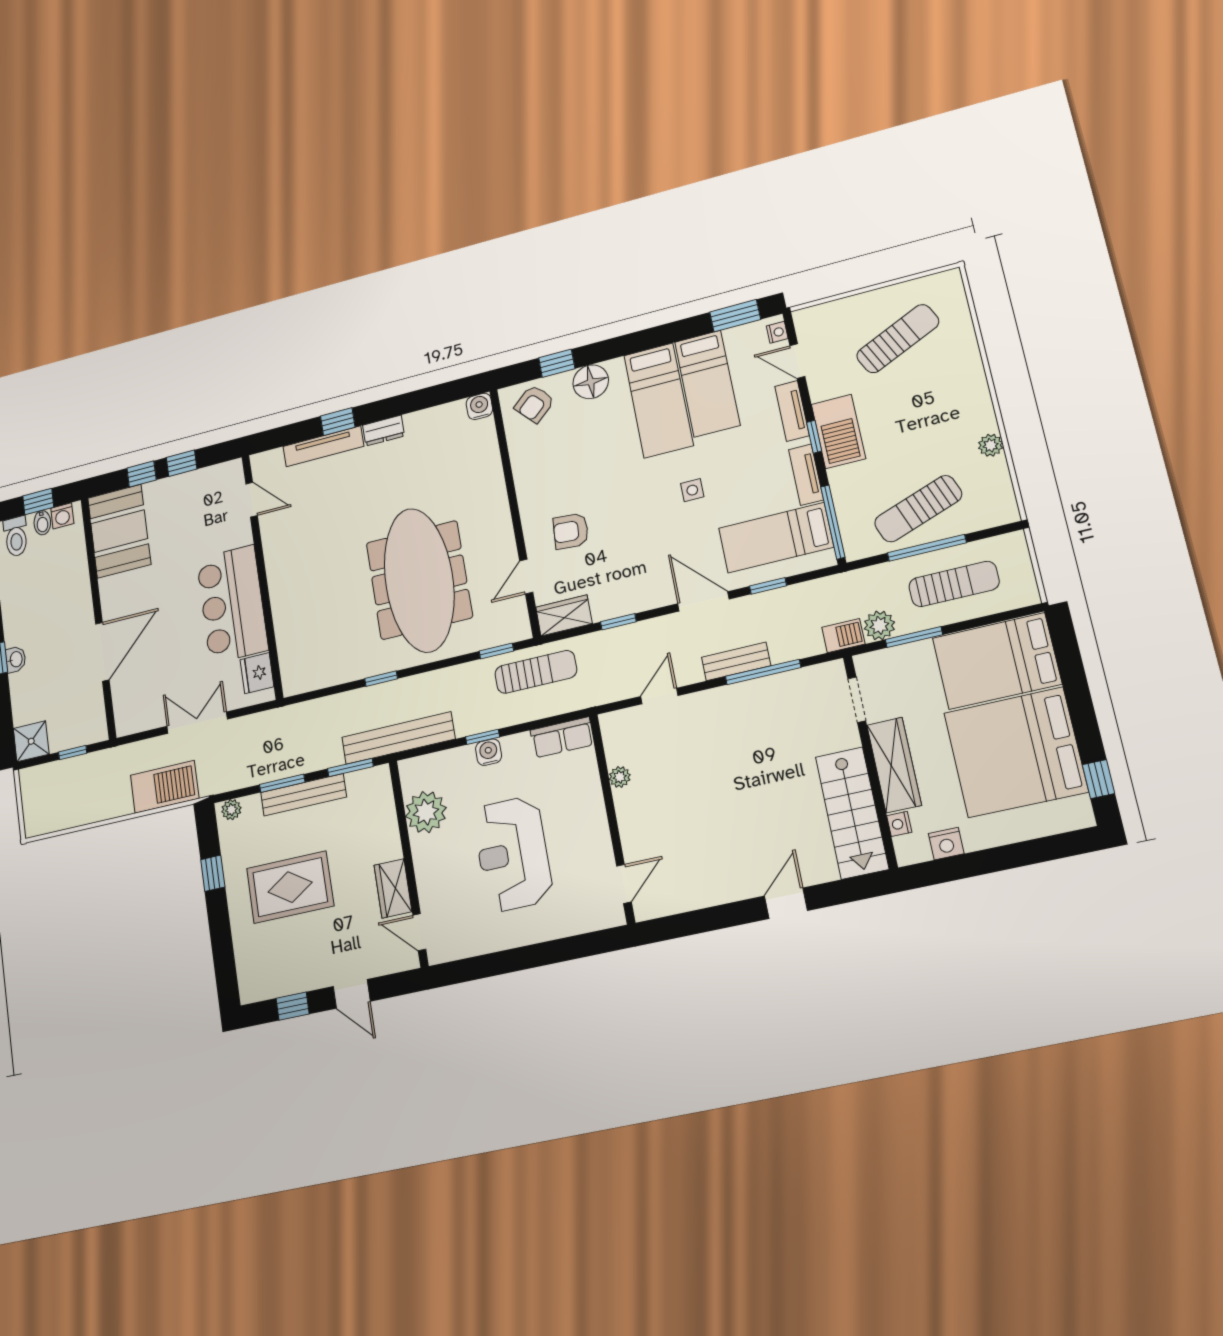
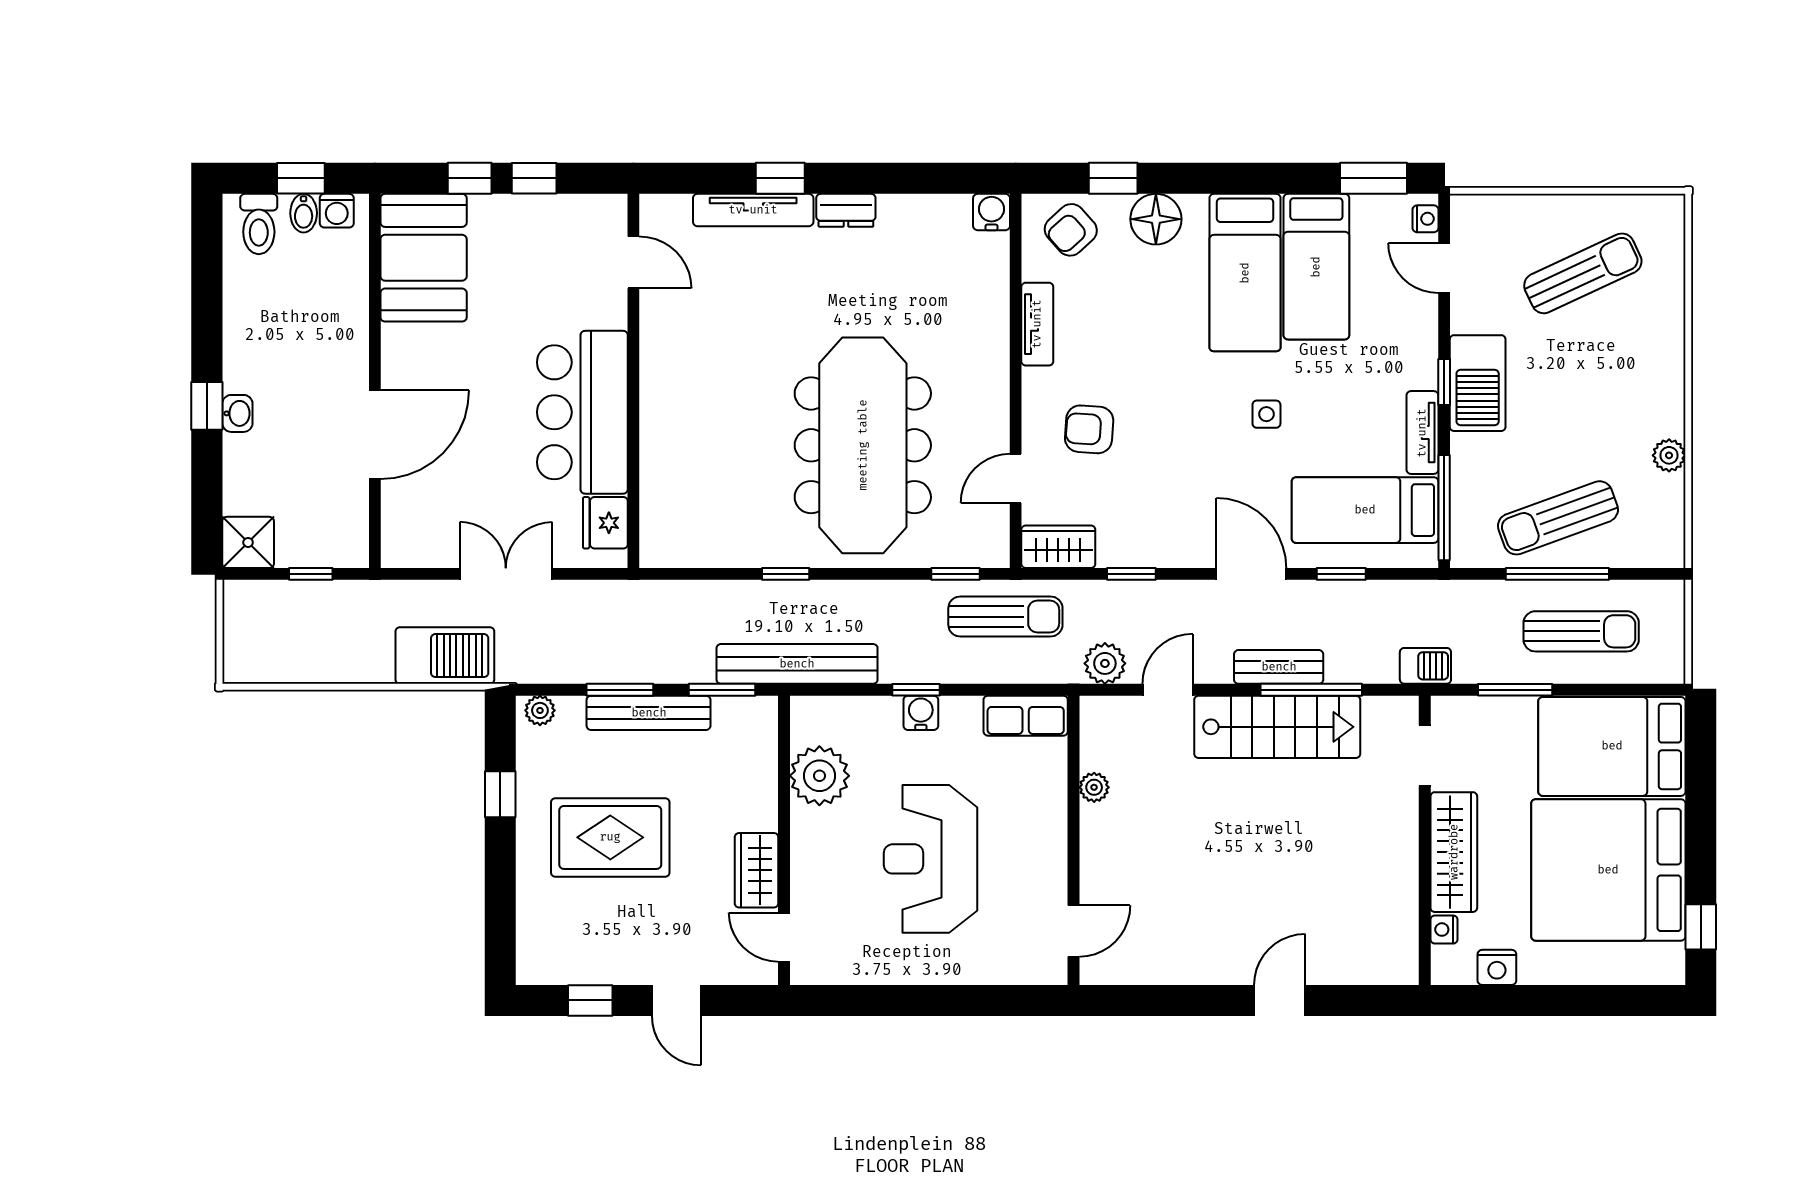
tv unit: (792, 411) -> (1037, 324), moved, turned 180
plant: (879, 625) -> (1105, 663), moved
stairs: (852, 813) -> (1277, 727), moved, turned -90

